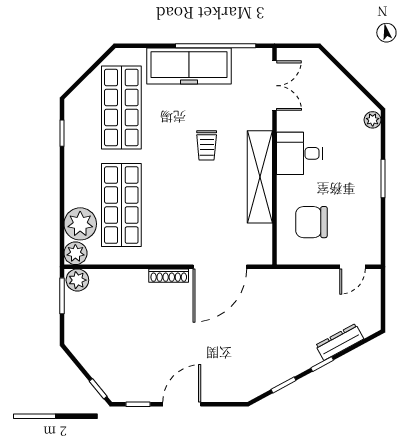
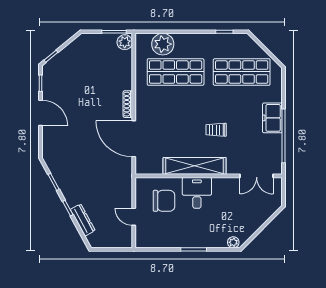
freezer: (189, 66) -> (272, 118), width x0.52, depth x0.79
desk: (300, 153) -> (197, 193), moved
chair: (311, 222) -> (164, 201), turned 90
plant: (75, 253) -> (143, 41), removed
door: (353, 267) -> (134, 217), moved

